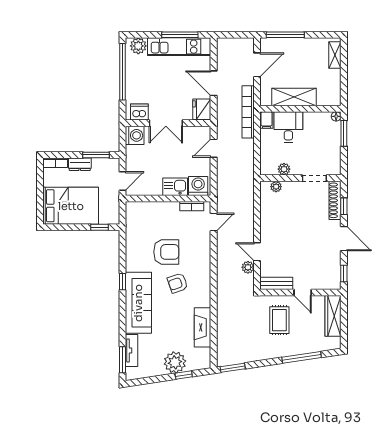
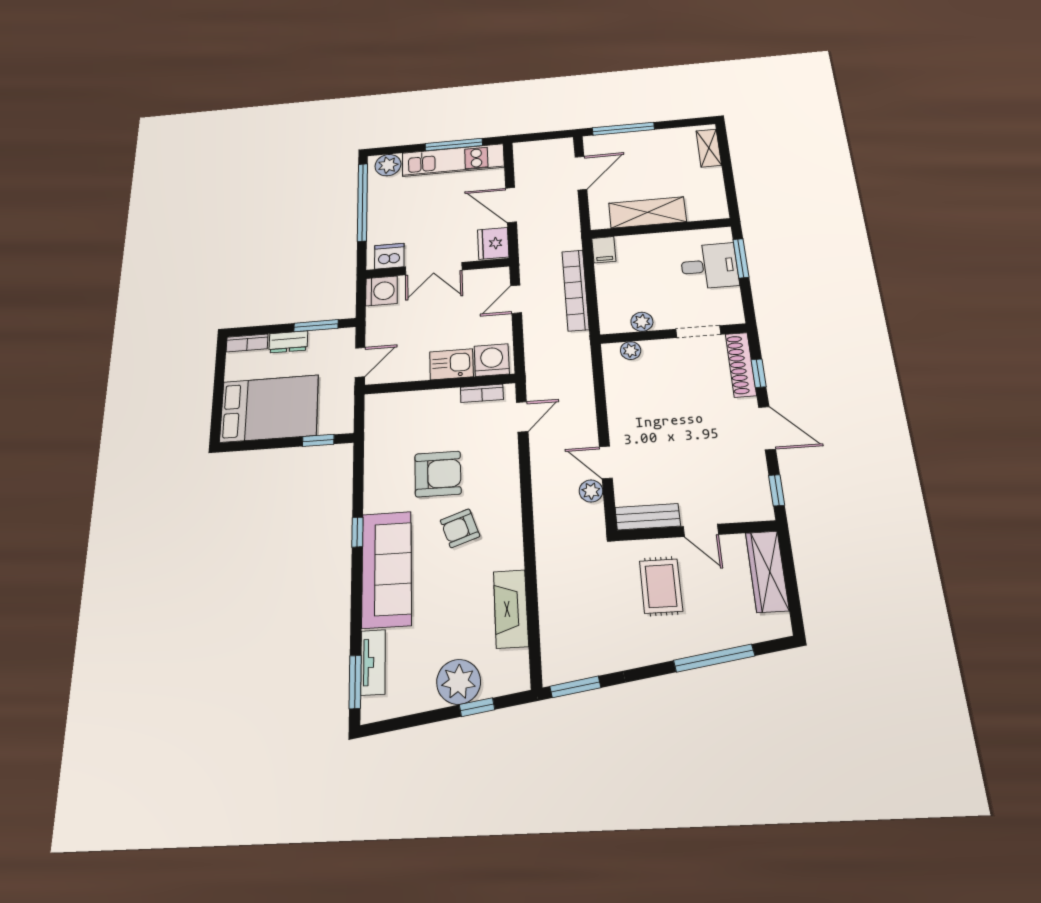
bookcase: (248, 112) -> (575, 290), moved
floor lamp: (336, 116) -> (724, 234), removed
desk: (288, 127) -> (709, 266), moved, turned 90

